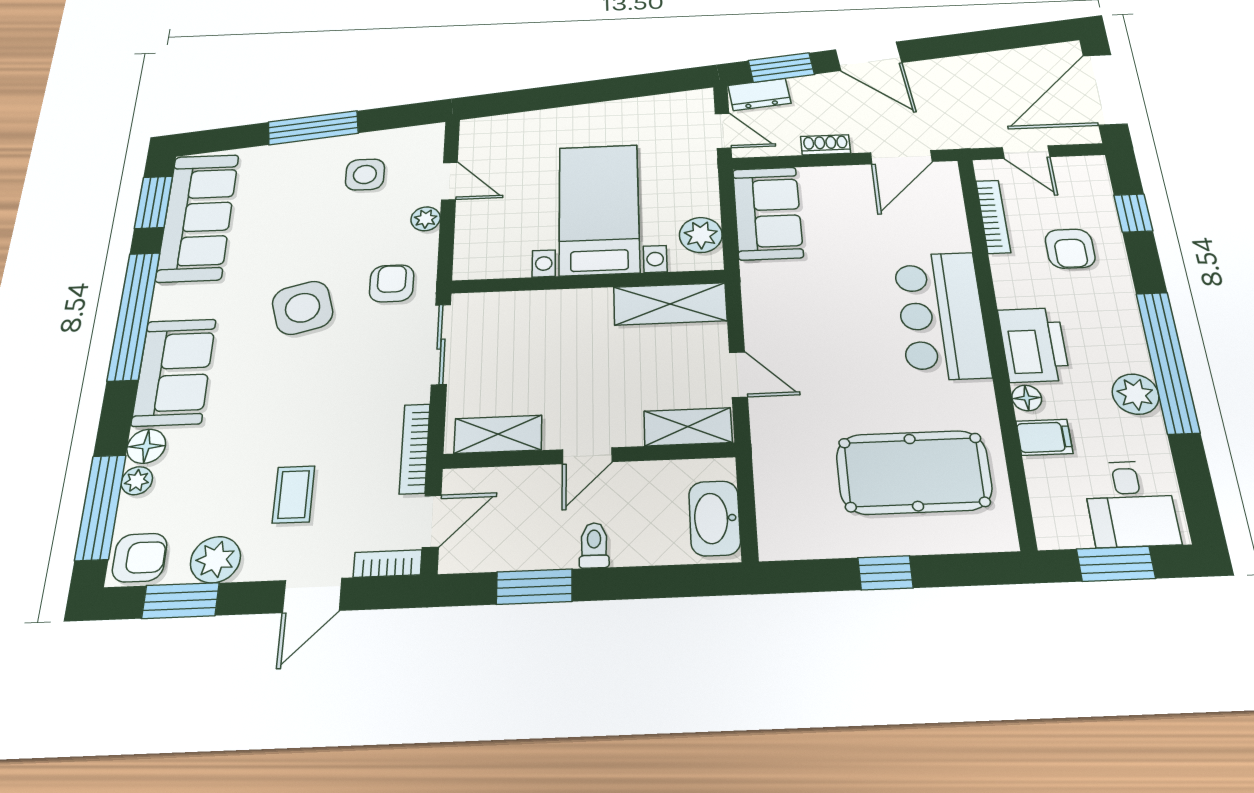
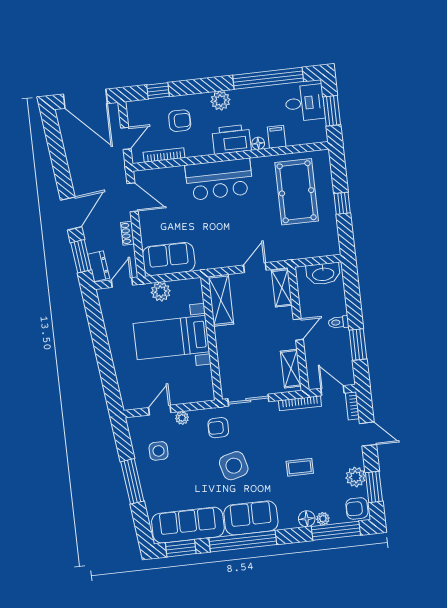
plant: (701, 235) -> (161, 292), moved
window: (1167, 362) -> (268, 78), moved
sofa: (174, 372) -> (251, 518), moved
plant: (1135, 394) -> (220, 101), moved
door: (587, 456) -> (298, 329), hinge flipped
coffee table: (294, 494) -> (300, 467), moved
armchair: (140, 558) -> (357, 508), turned -90

